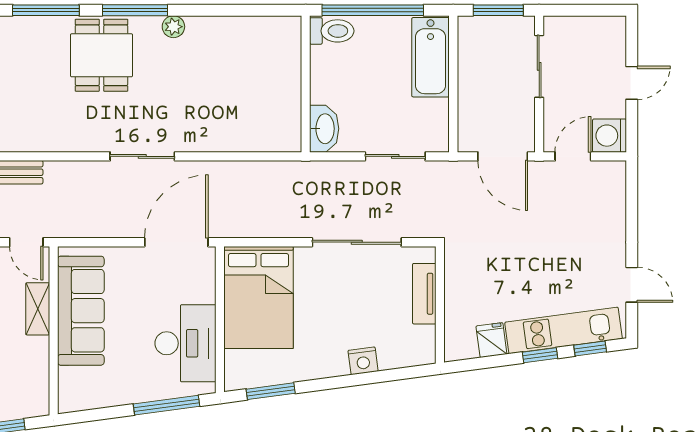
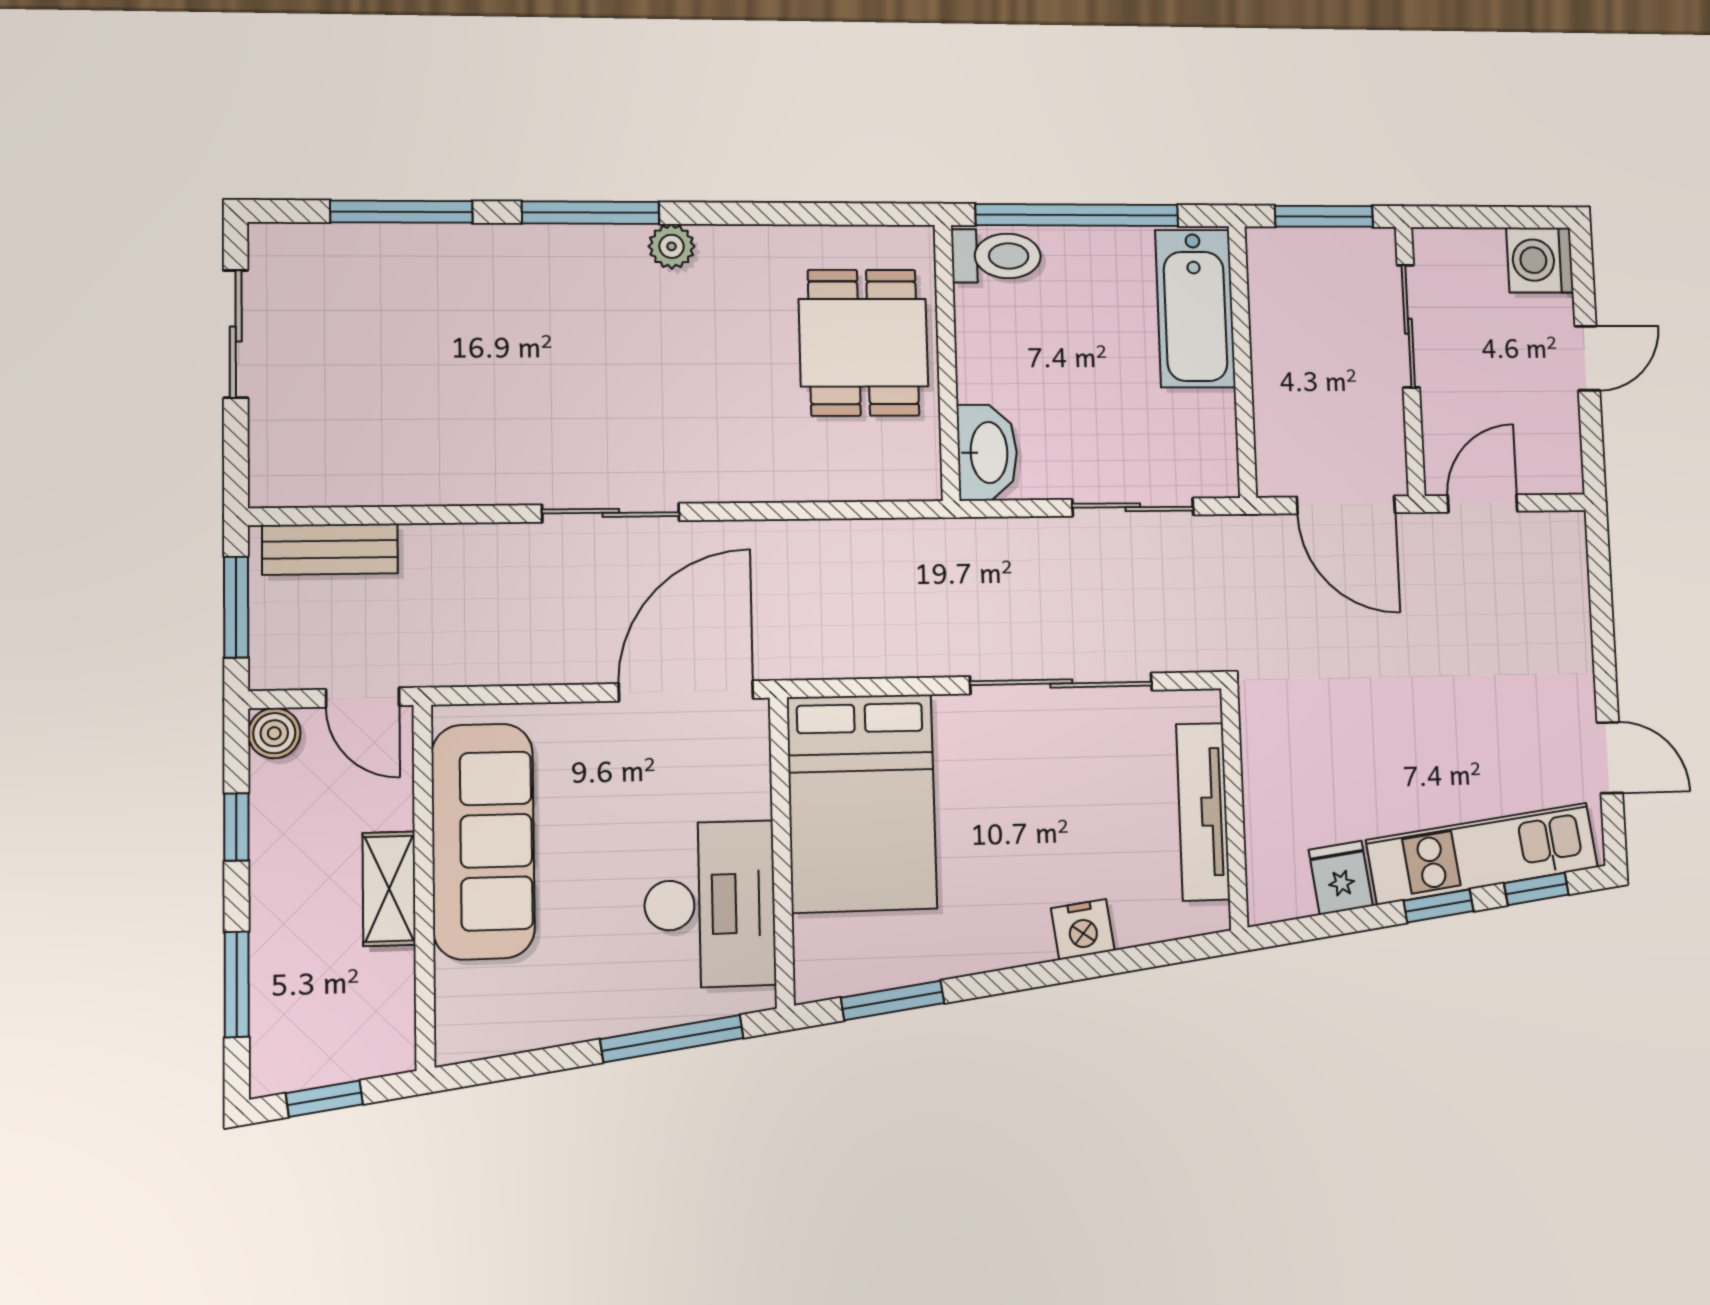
dining table: (101, 55) -> (863, 343), moved
washing machine: (610, 136) -> (1540, 260), moved
tv unit: (424, 294) -> (1203, 812), width x1.41
shelving: (38, 309) -> (389, 889), moved

